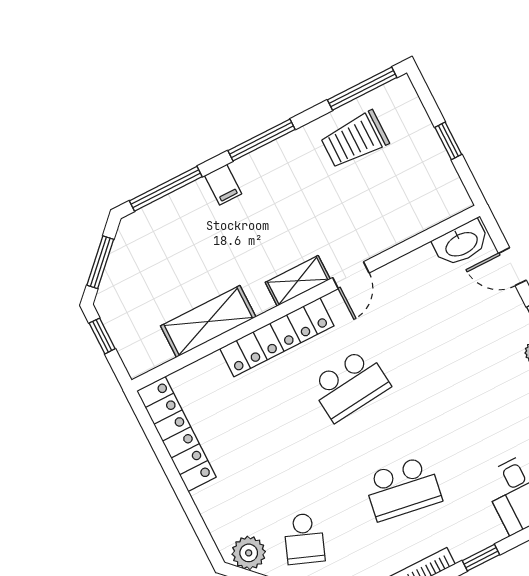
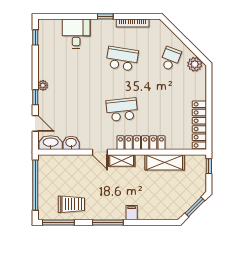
window: (448, 141) -> (35, 185), width x3.17
window: (166, 189) -> (155, 223), removed
washbasin: (419, 264) -> (71, 143), added
door: (351, 275) -> (100, 152), swing flipped
window: (102, 336) -> (209, 166), moved

